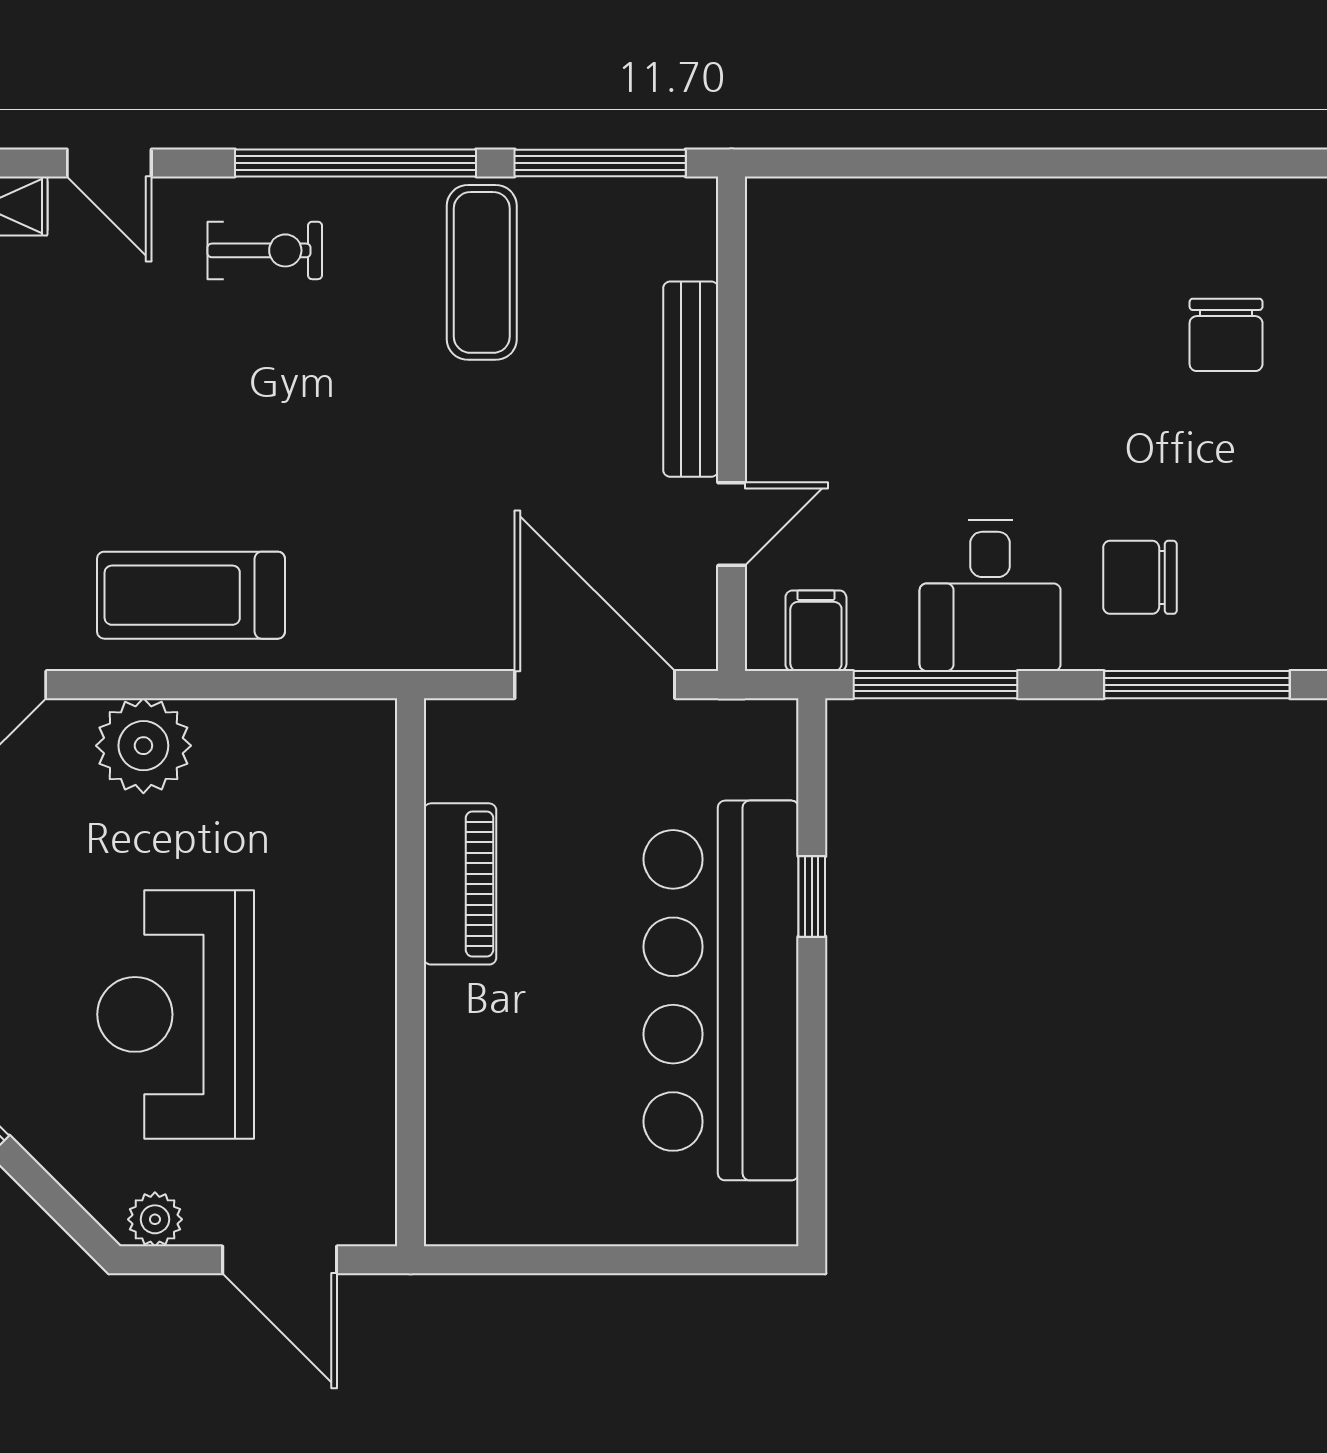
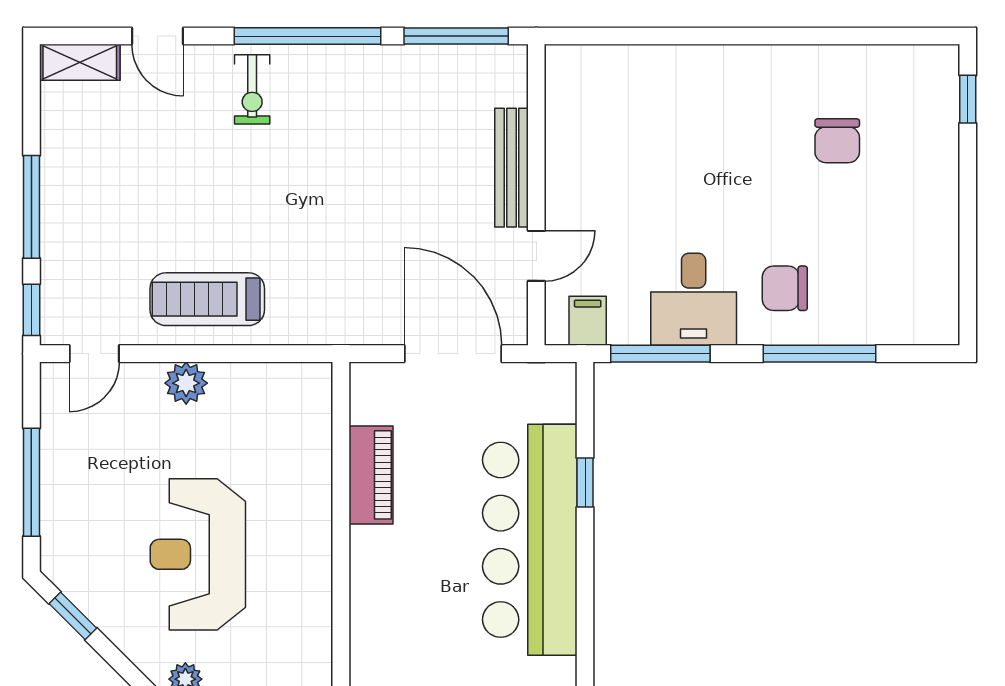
exercise bike: (265, 250) -> (252, 89), turned 90
exercise mat: (482, 272) -> (384, 103), removed
plant: (143, 746) -> (186, 383), width x0.73, depth x0.73

